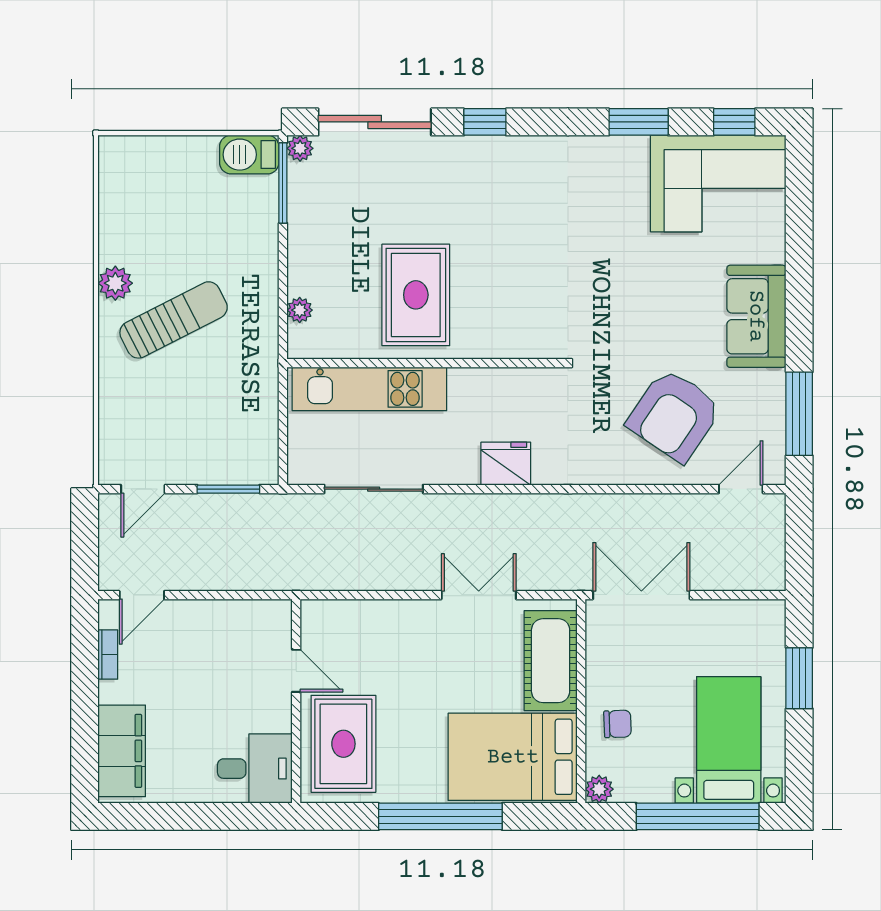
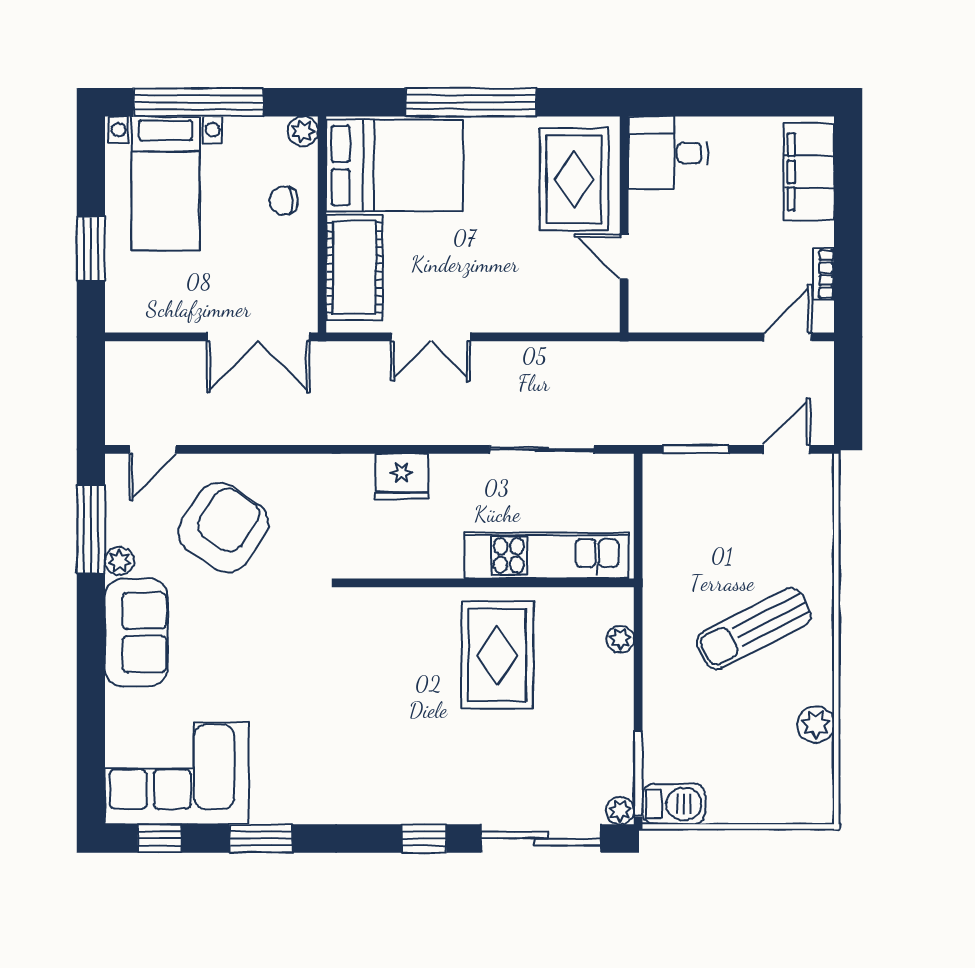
plant: (115, 283) -> (816, 724), moved
plant: (772, 384) -> (119, 561), added

